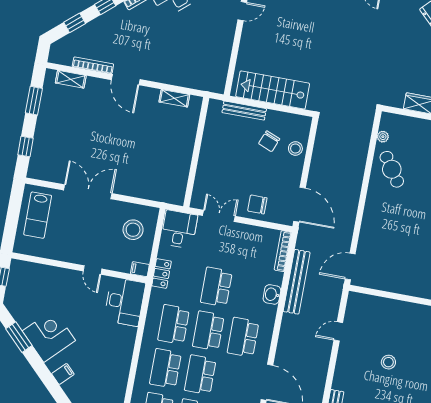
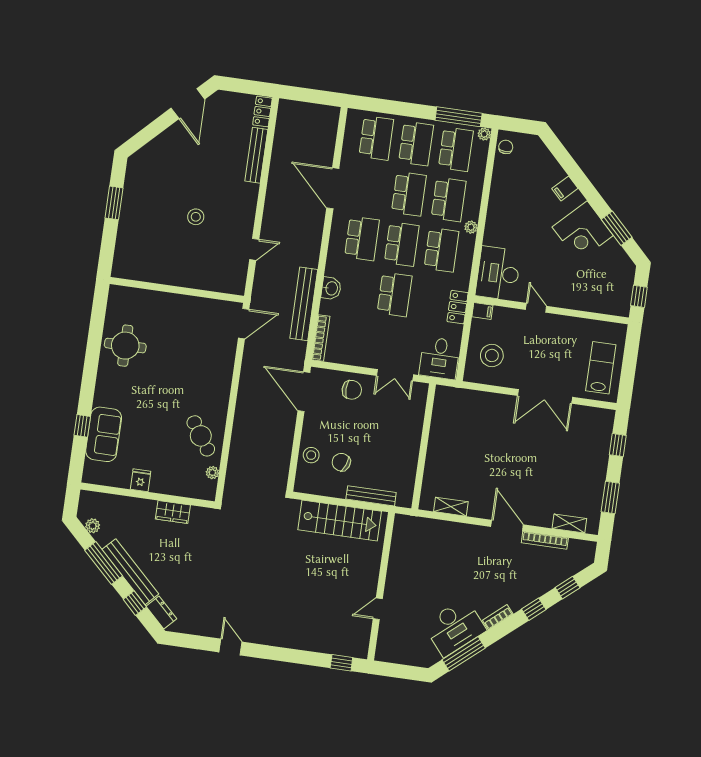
chair: (269, 141) -> (341, 462), turned -91
plant: (147, 343) -> (471, 227), added

